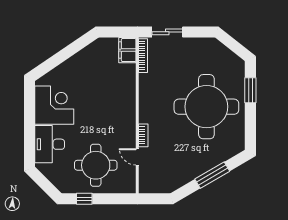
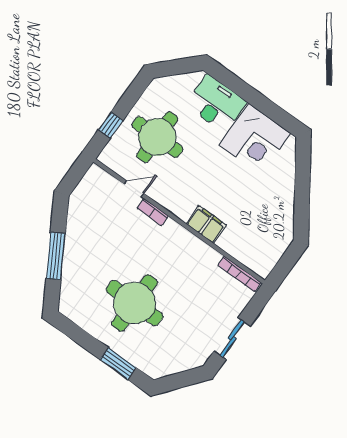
sliding door: (167, 32) -> (232, 339), moved
filing cabinet: (127, 50) -> (206, 224), moved
round table: (206, 107) -> (135, 303), width x0.73, depth x0.73
window: (84, 199) -> (111, 125), moved

